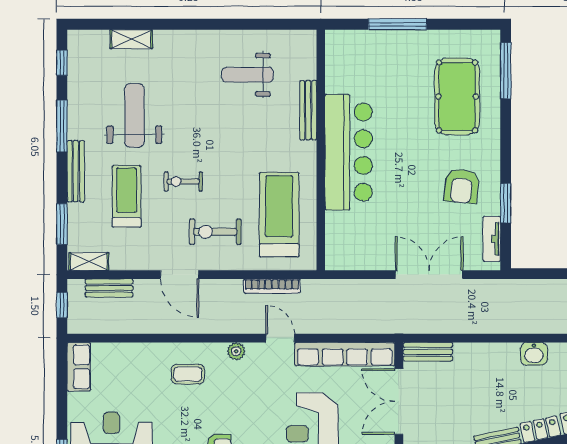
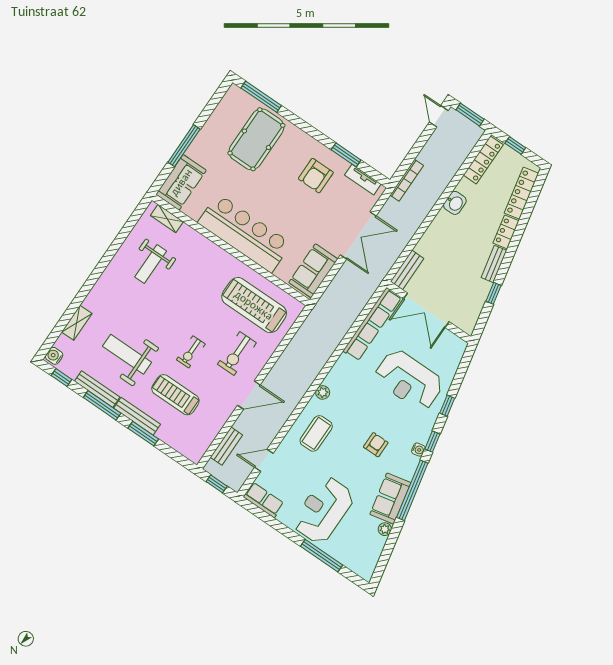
water cooler: (80, 39) -> (54, 356), added
sofa: (356, 48) -> (181, 182), added
pool table: (457, 96) -> (256, 139), turned 90
bench: (308, 110) -> (97, 389), moved
armchair: (462, 186) -> (316, 176), turned 84
window: (62, 224) -> (143, 434), moved
sofa: (359, 253) -> (313, 271), added
shelving: (89, 262) -> (167, 219), moved, turned 90
double door: (429, 275) -> (358, 235), swing flipped
bookcase: (272, 286) -> (407, 180), moved
door: (280, 338) -> (264, 460), moved
coffee table: (188, 374) -> (316, 433), width x1.36, depth x1.30

